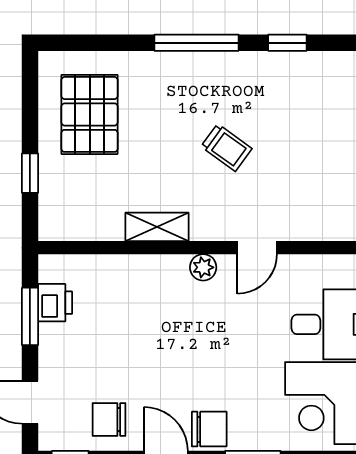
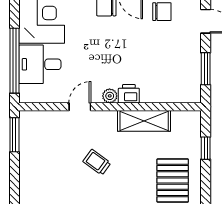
shelving: (157, 227) -> (144, 121), width x1.50, depth x1.33
printer: (55, 303) -> (129, 94), moved, turned 90

